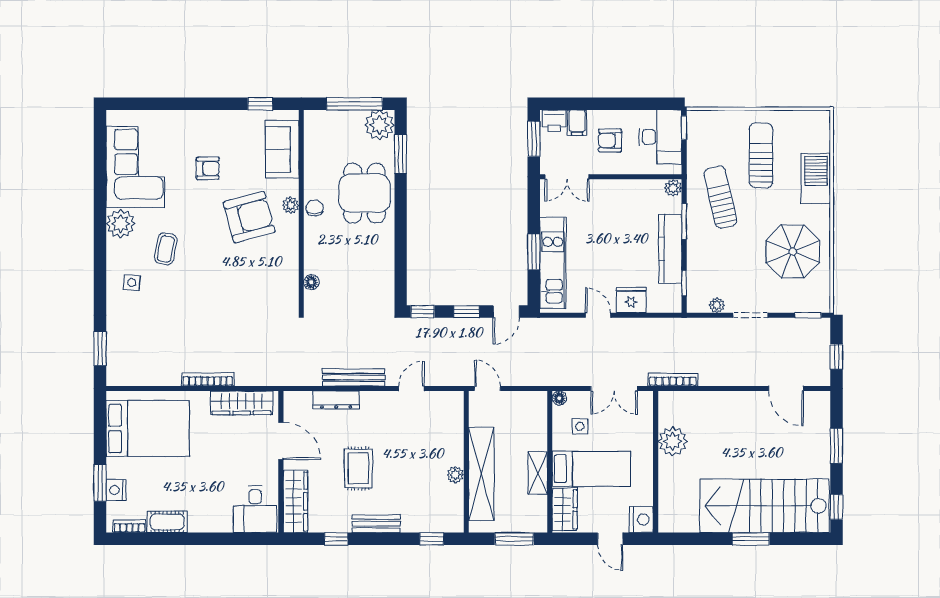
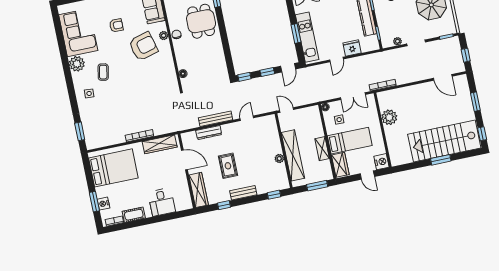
door: (598, 315) -> (336, 60), swing flipped
desk: (255, 509) -> (162, 202), moved

